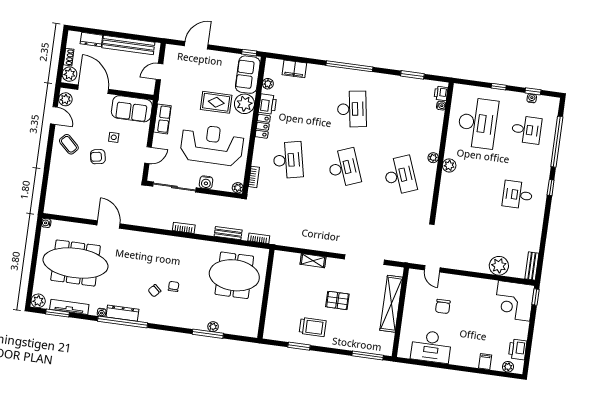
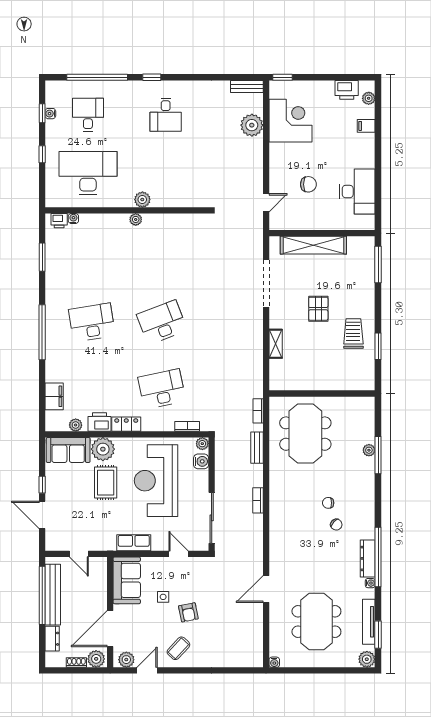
window: (129, 36) -> (42, 595), added
window: (249, 53) -> (42, 485), moved
desk: (400, 175) -> (162, 256), removed
water cooler: (206, 182) -> (201, 461), moved
meeting table: (76, 263) -> (316, 621), width x0.73
corner desk: (514, 301) -> (291, 121), moved, turned -90

